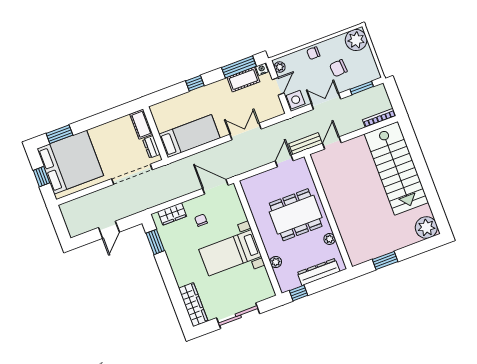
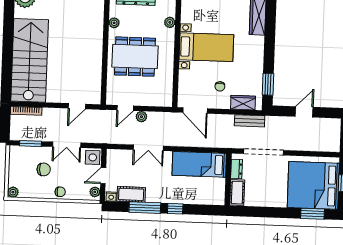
plant: (356, 40) -> (13, 192), width x0.53, depth x0.53
window: (239, 67) -> (145, 208), moved
bench: (305, 144) -> (250, 121), moved
plant: (265, 159) -> (141, 117), added

